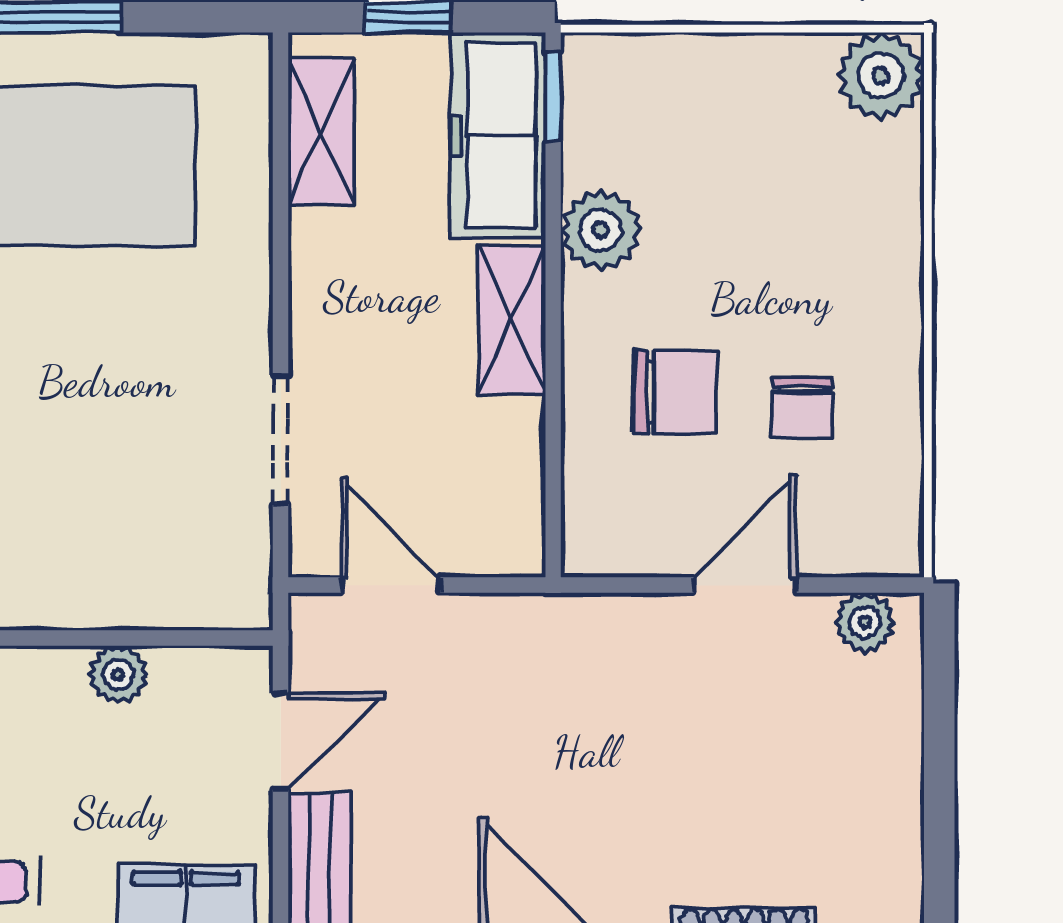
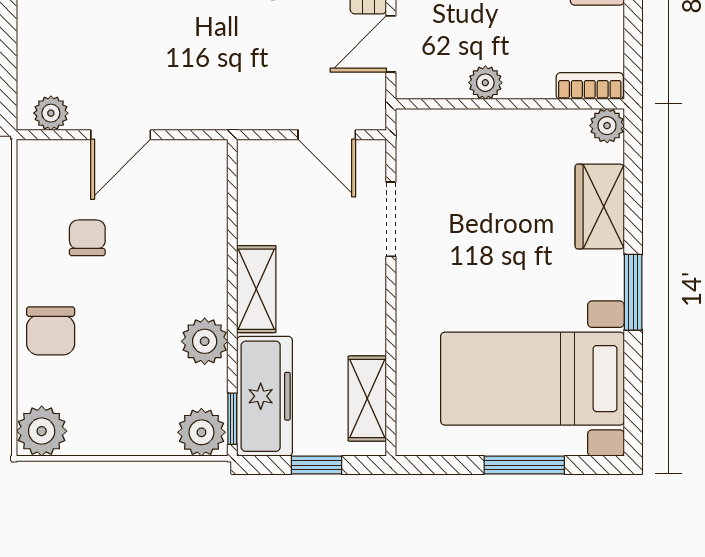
plant: (606, 73) -> (201, 432), added
chair: (675, 392) -> (51, 331), moved, turned -90

